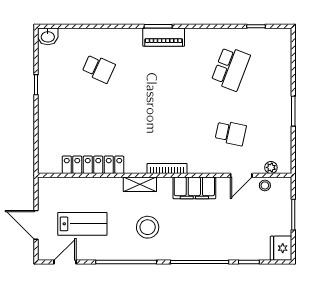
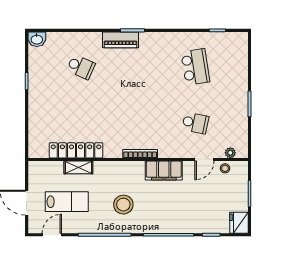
piano: (164, 37) -> (120, 40), moved
school desk: (231, 68) -> (195, 67), turned -30
shelving: (140, 184) -> (78, 167), moved

